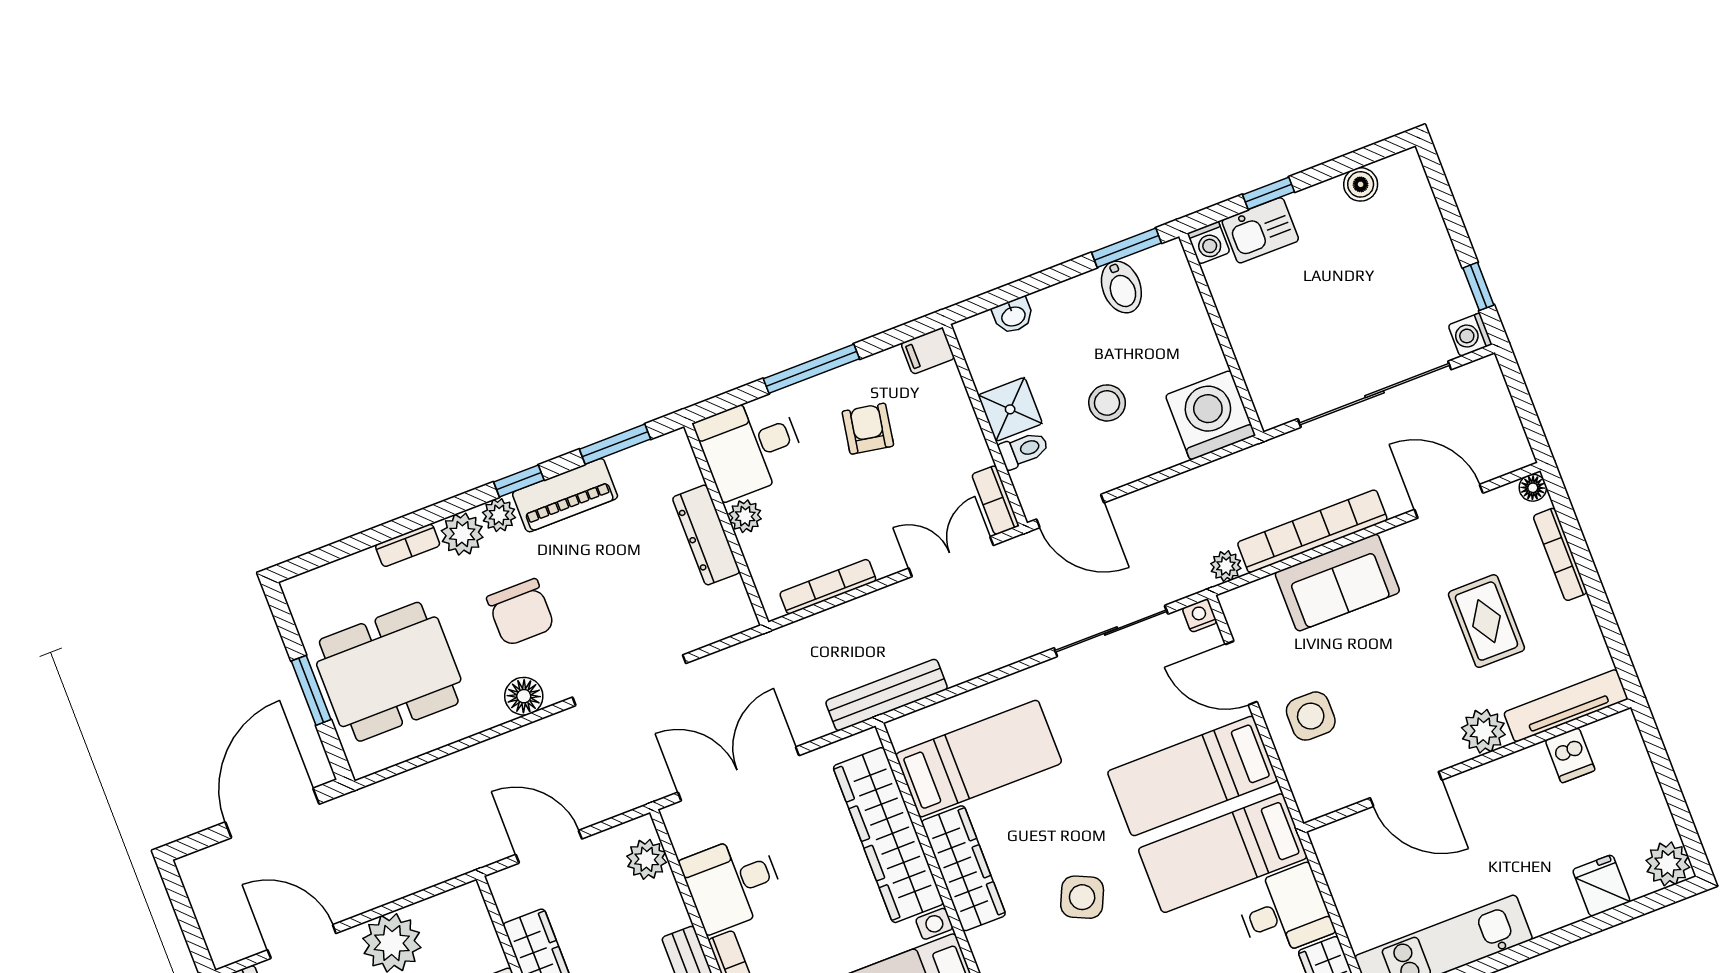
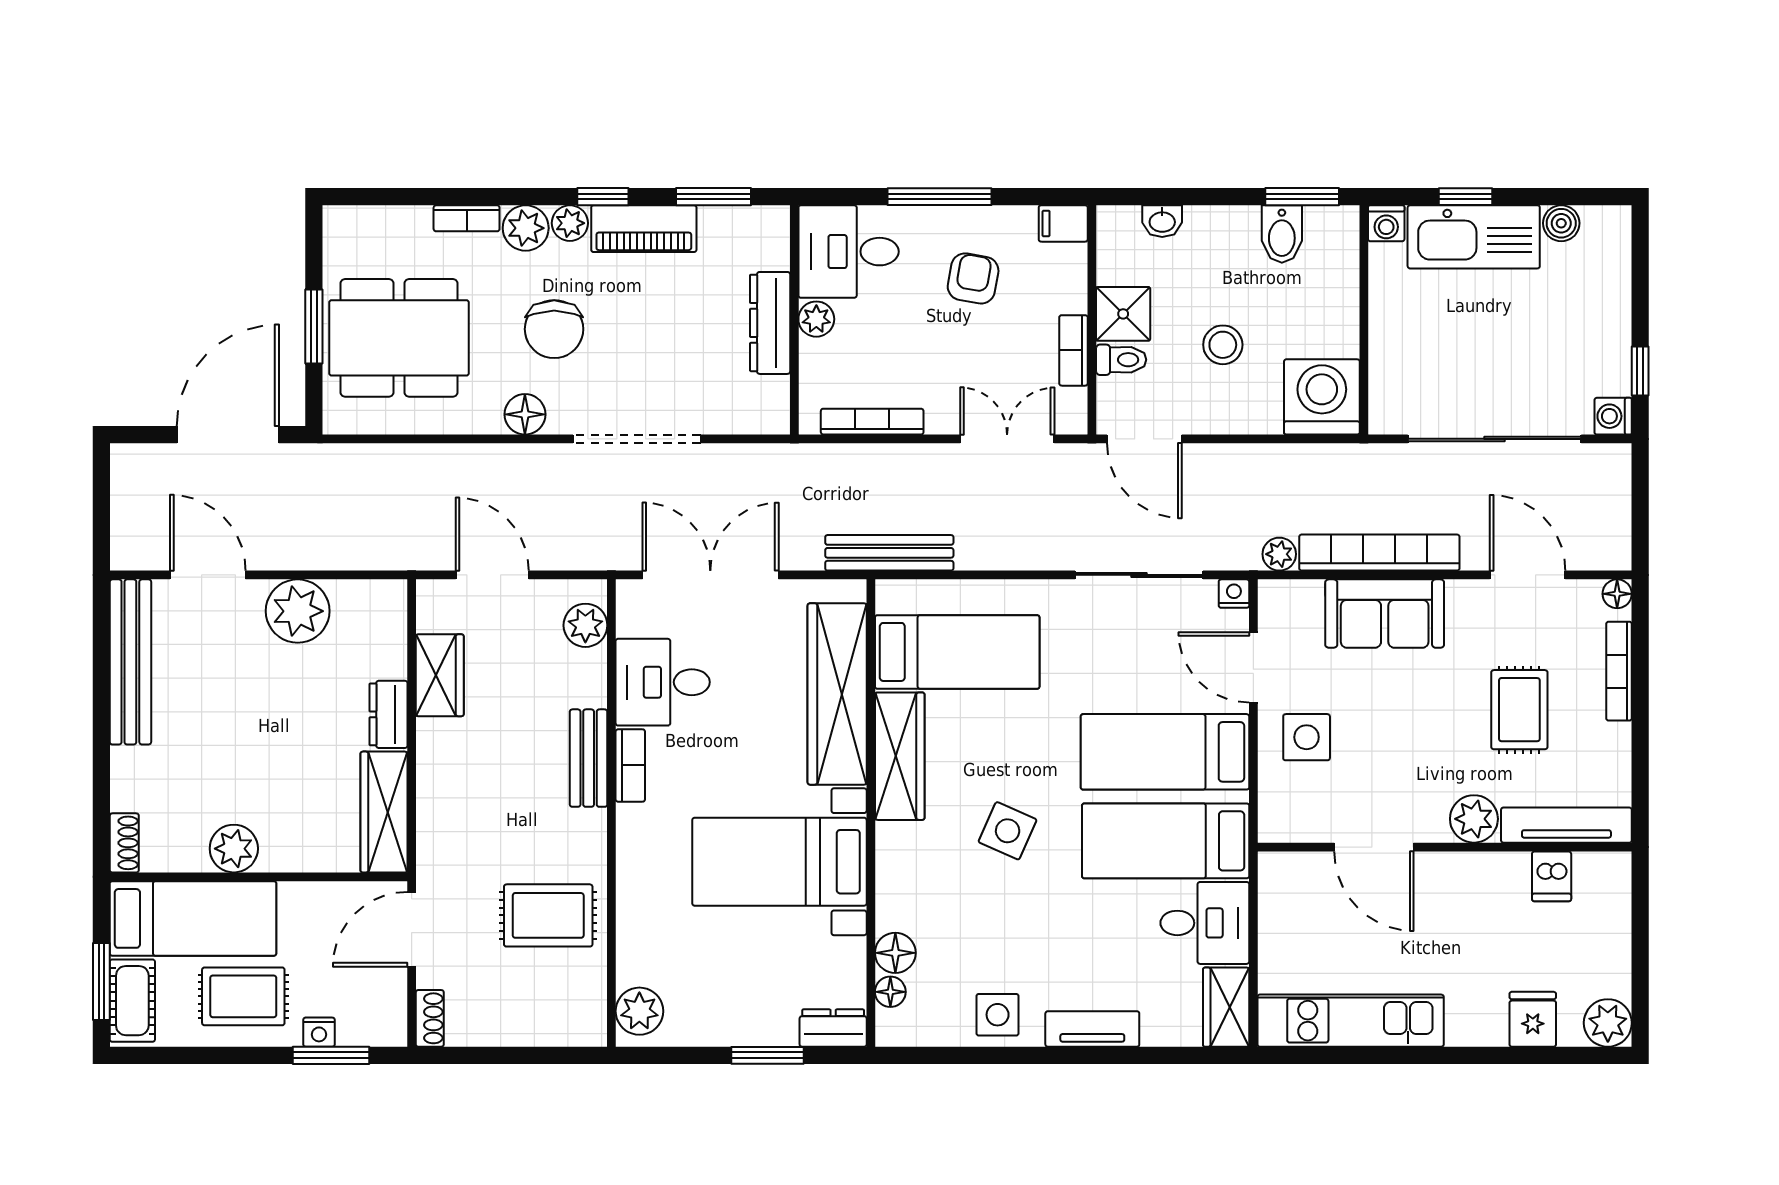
kitchen sink: (1260, 230) -> (1474, 237), width x1.88, depth x1.24
bookcase: (995, 500) -> (1073, 350), moved

